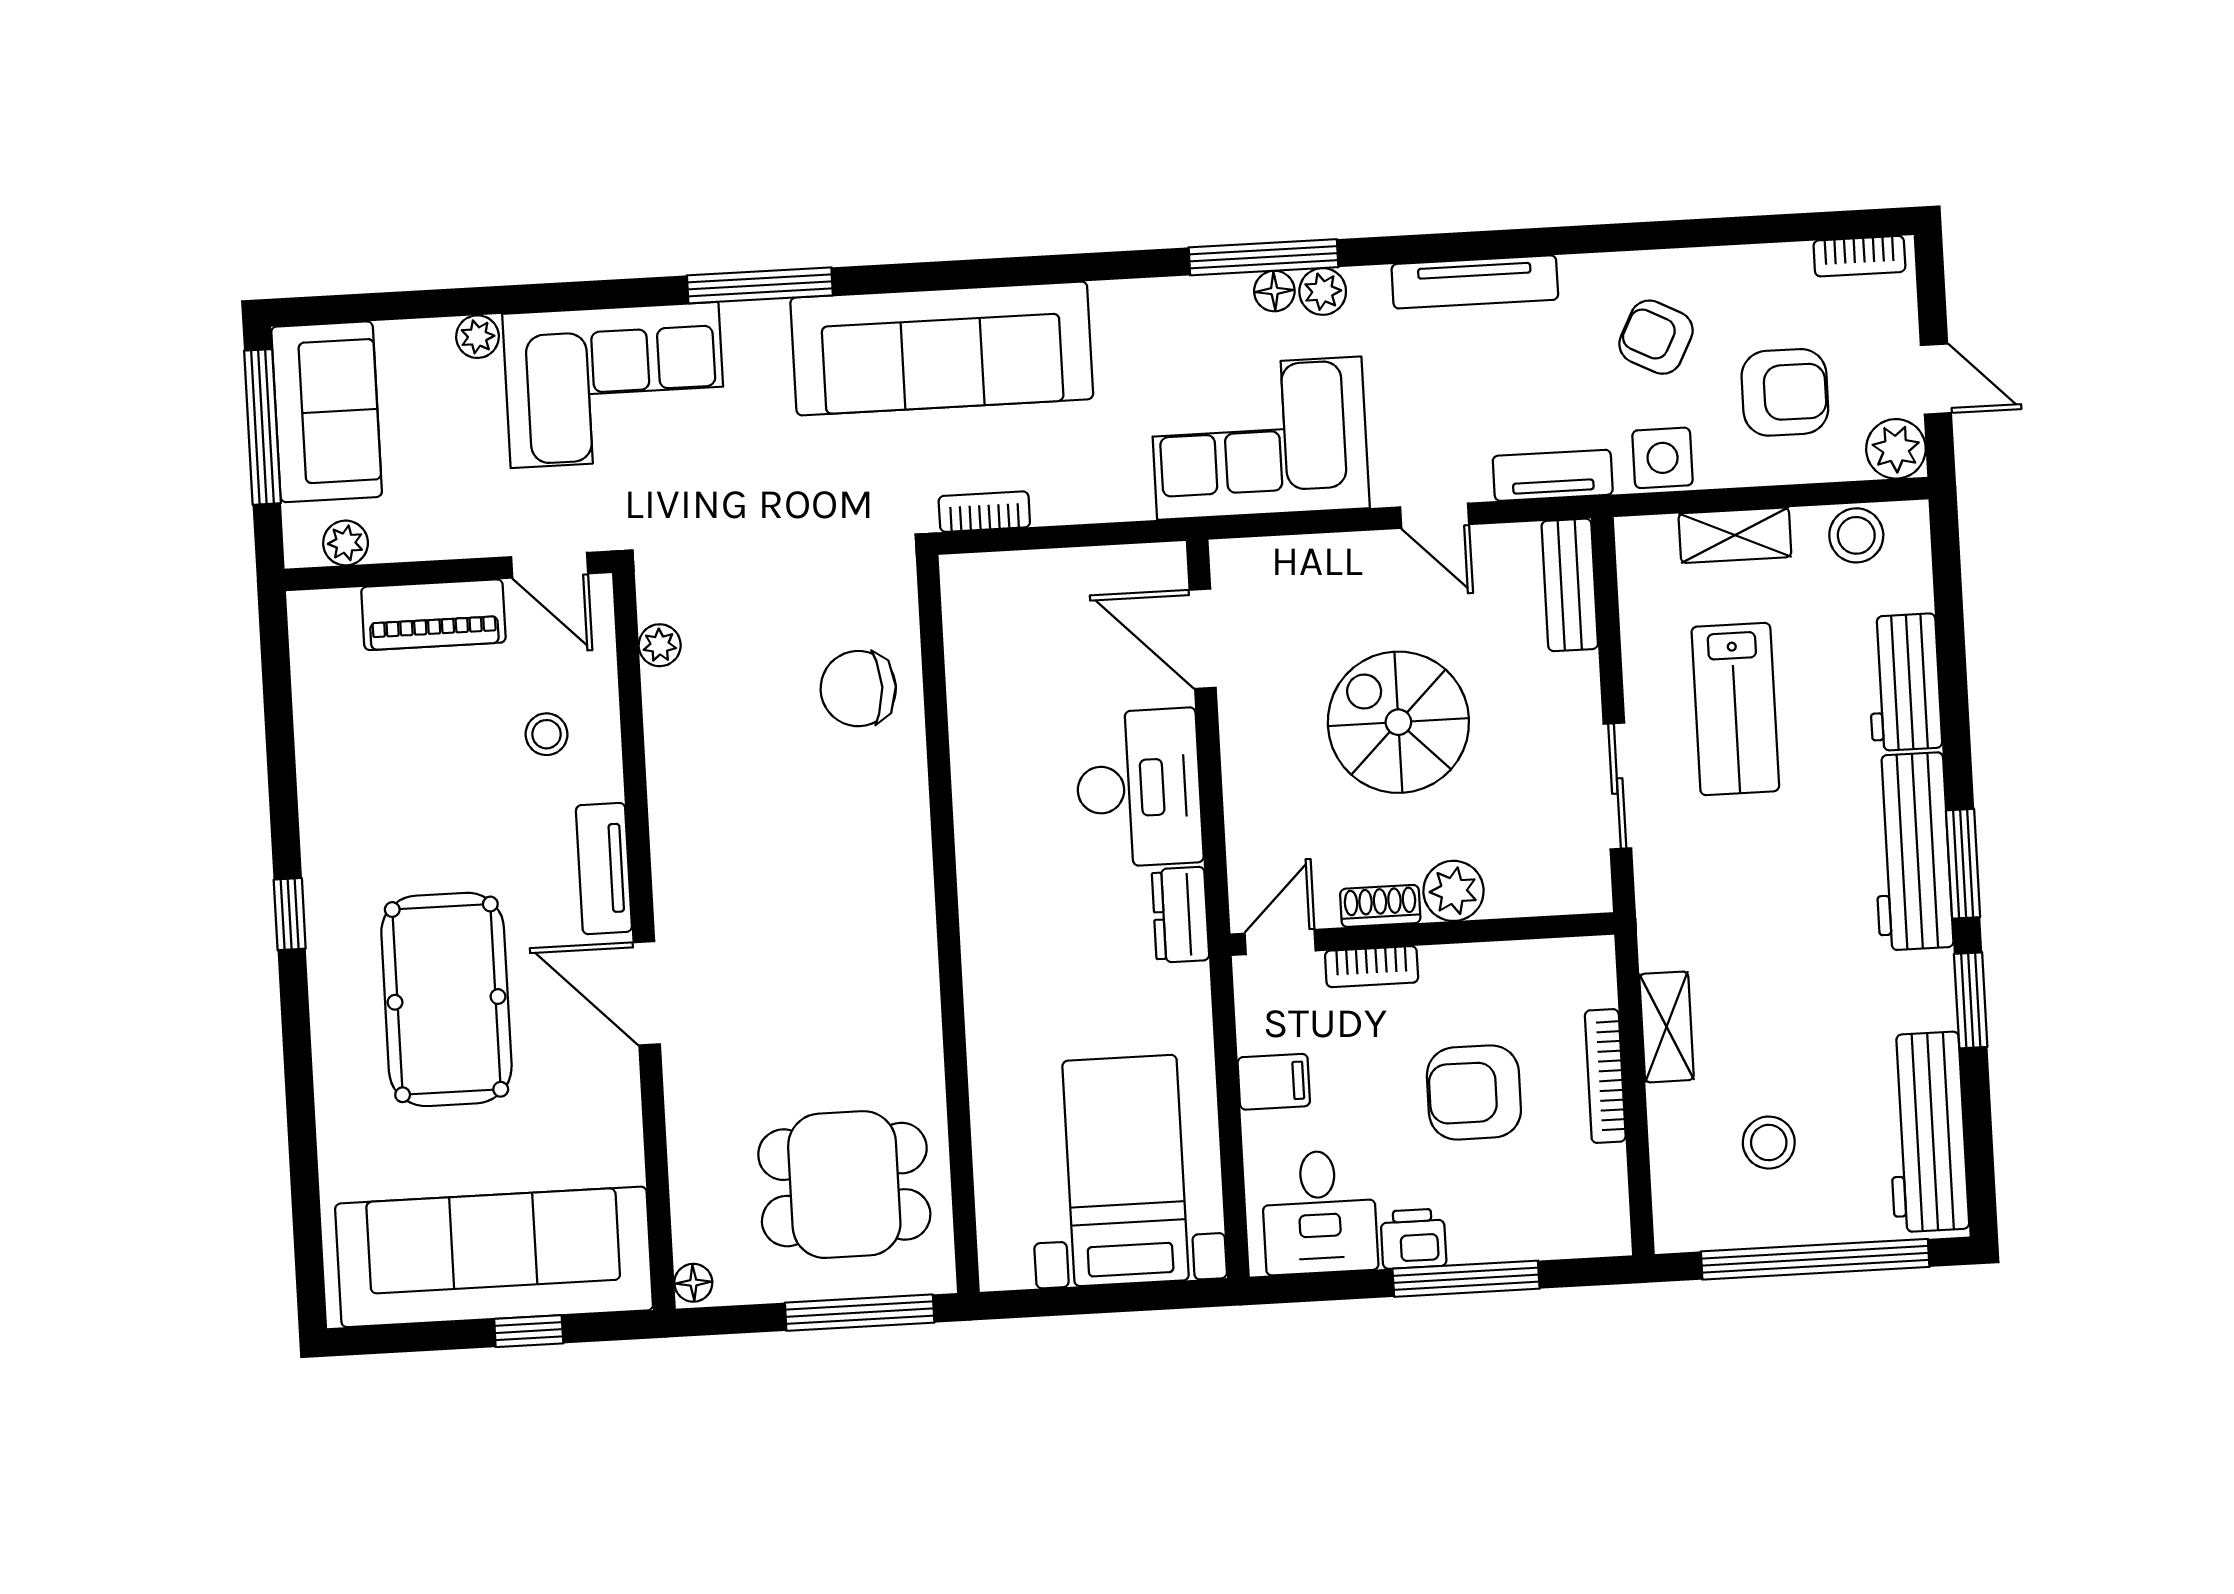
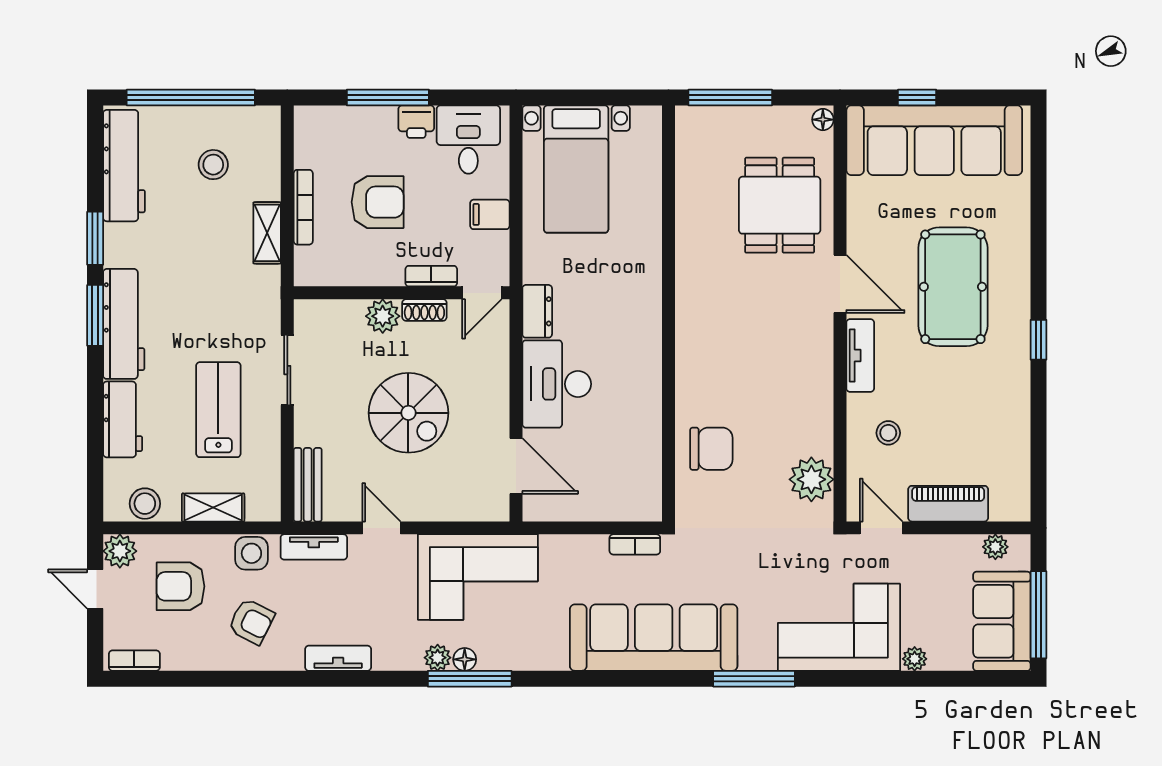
tv unit: (1475, 282) -> (338, 658), width x0.71
plant: (660, 645) -> (811, 479), width x1.87, depth x1.87
dining table: (844, 1185) -> (780, 205), moved, turned 90

